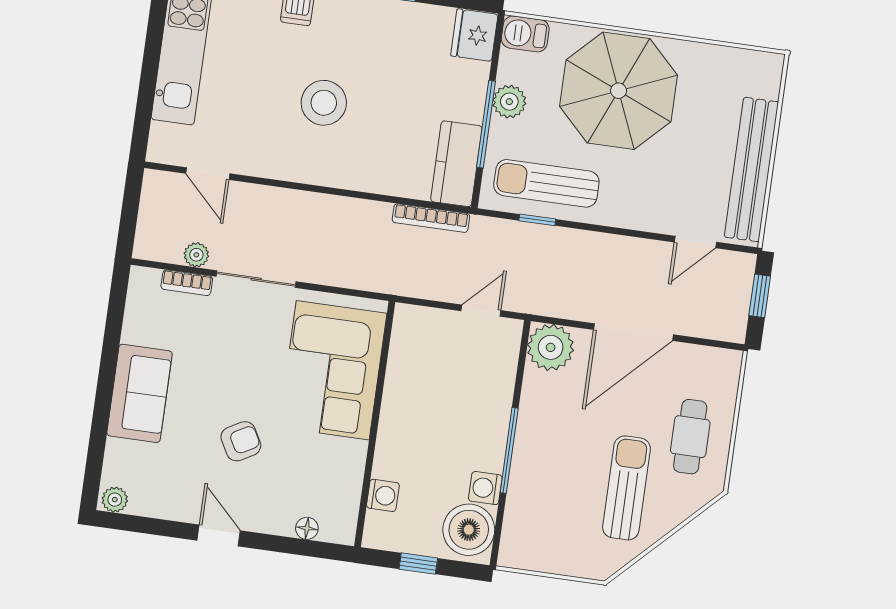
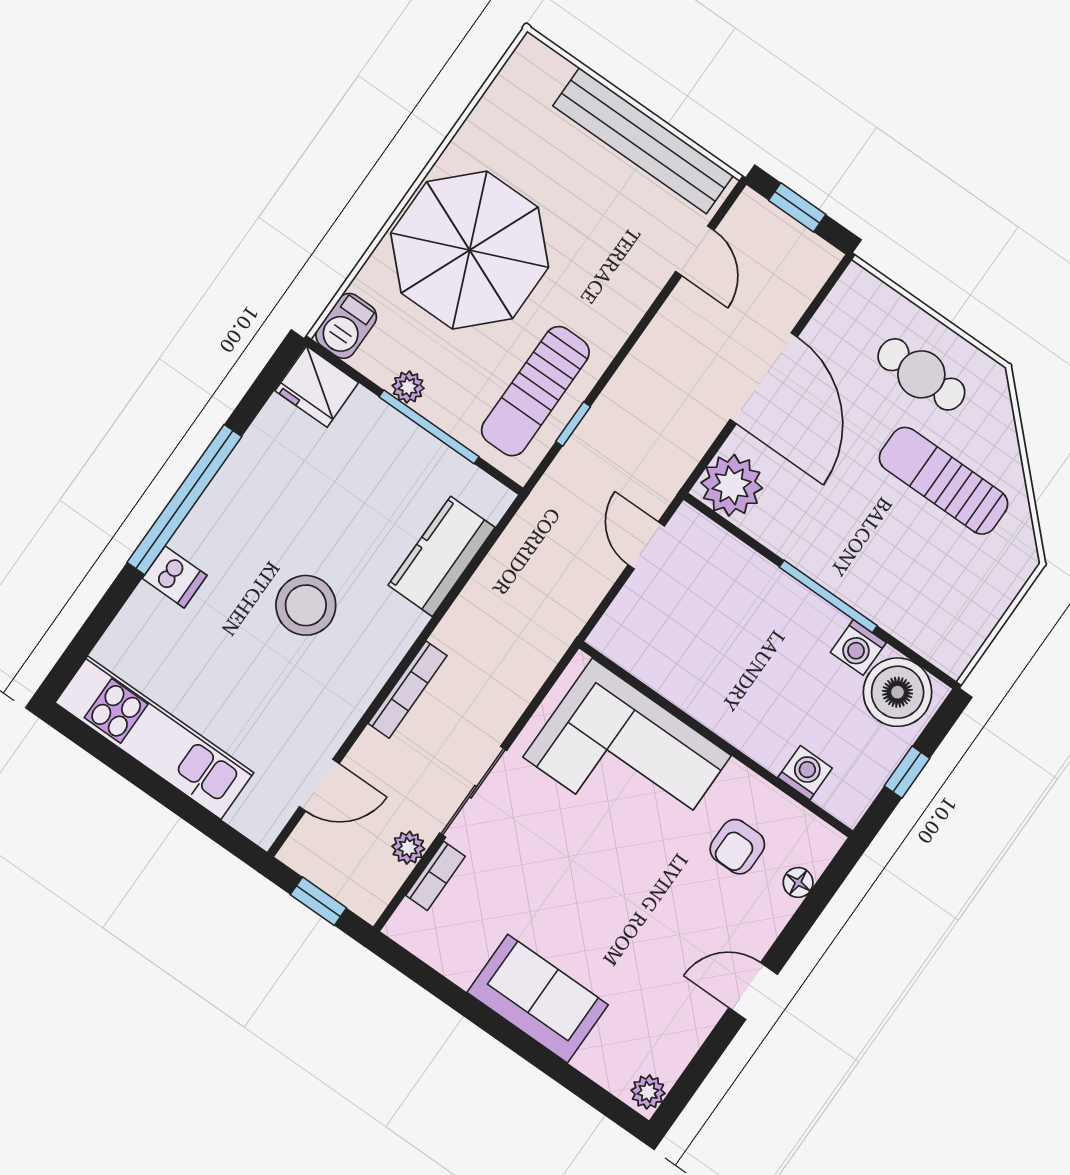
plant: (509, 102) -> (408, 387), width x0.73, depth x0.73
kitchen counter: (456, 164) -> (441, 556), moved, turned 90
window: (130, 213) -> (318, 901), added
bookcase: (431, 218) -> (407, 690), moved
armchair: (241, 441) -> (737, 847), moved, turned -151

